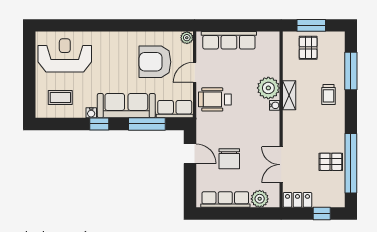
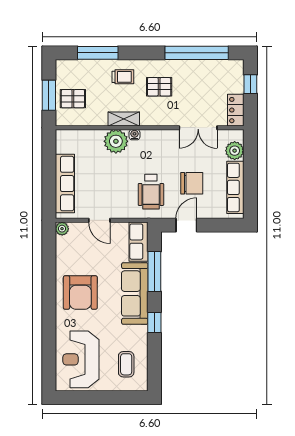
armchair: (155, 62) -> (80, 293), moved
wheelchair: (215, 99) -> (151, 192), moved
water cooler: (91, 113) -> (142, 331), removed
pallet: (331, 162) -> (159, 87), moved, turned 90

